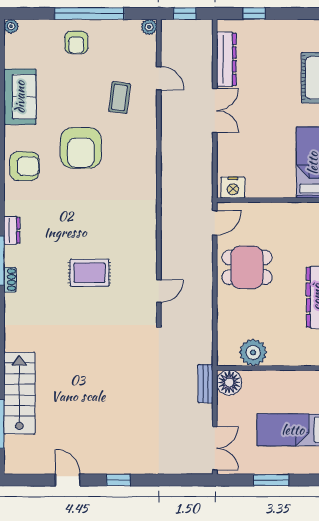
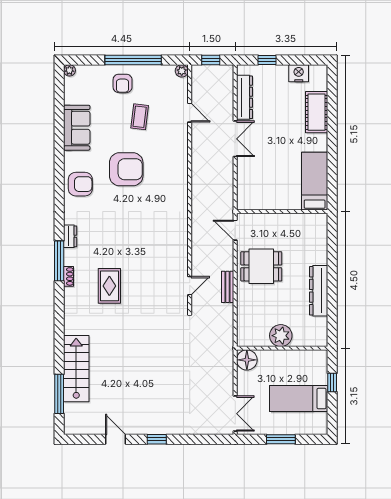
coffee table: (120, 98) -> (140, 117), moved
armchair: (81, 148) -> (126, 169), turned -90
nightstand: (233, 188) -> (299, 73), moved, turned 180
door: (215, 223) -> (235, 230), swing flipped
rug: (89, 273) -> (109, 286), moved, turned 90
plant: (253, 352) -> (281, 336), moved
bench: (206, 384) -> (228, 287), moved

